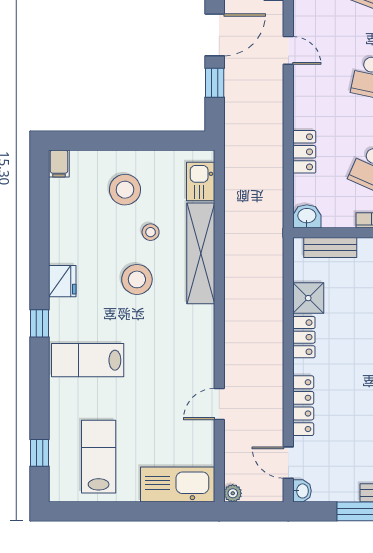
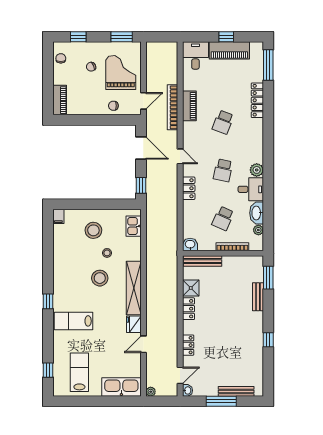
door: (215, 35) -> (141, 148), hinge flipped
window: (215, 83) -> (141, 185), moved
locker: (304, 152) -> (189, 188), moved
bench: (330, 247) -> (202, 261), width x1.36
shelving: (201, 253) -> (134, 288), moved
fridge: (62, 281) -> (134, 324), moved, turned 180
locker: (303, 406) -> (188, 345), width x0.66
door: (288, 463) -> (180, 375), swing flipped

